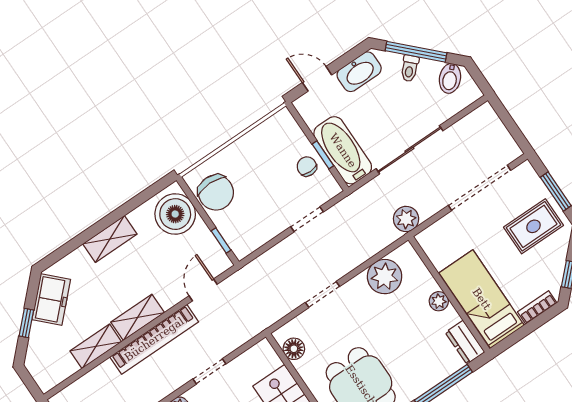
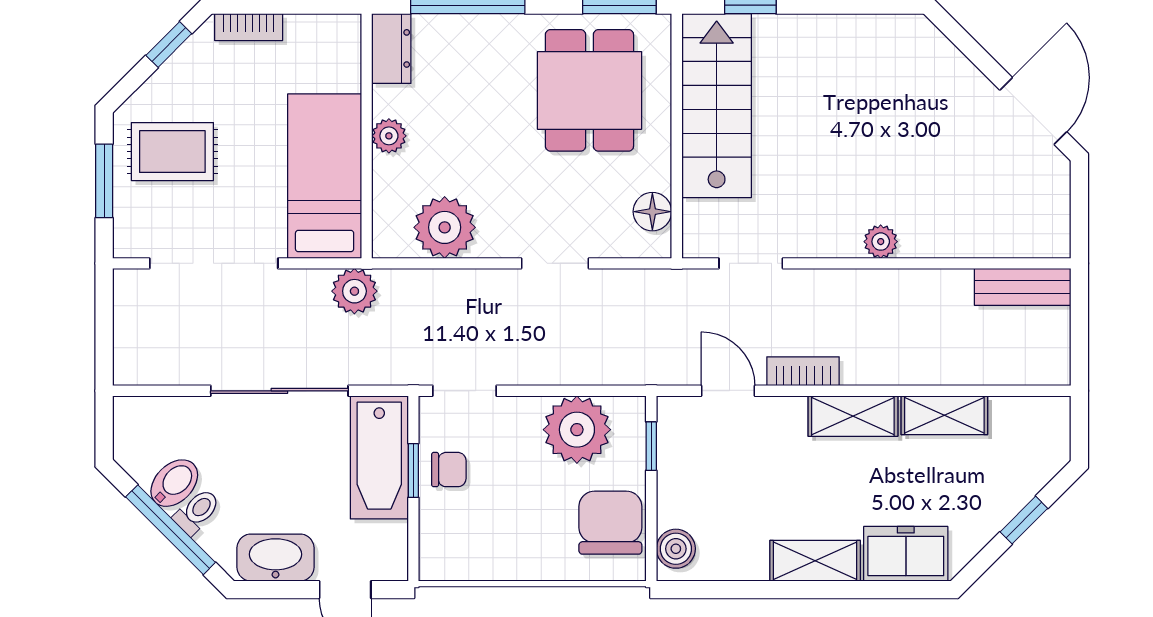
bidet: (450, 78) -> (174, 483), moved
chair: (307, 166) -> (449, 470), turned -90
boiler: (175, 214) -> (676, 549), width x0.54, depth x0.54
doorway: (307, 219) -> (465, 391), moved
plant: (260, 225) -> (577, 430), added
door: (203, 290) -> (728, 391), swing flipped
bed: (482, 299) -> (325, 176), moved, turned 180
freezer: (51, 300) -> (906, 554), moved, turned 45
bookcase: (154, 339) -> (803, 371), width x0.43, depth x0.76
doorway: (209, 371) -> (751, 263), moved

